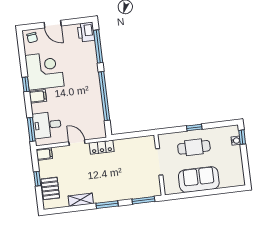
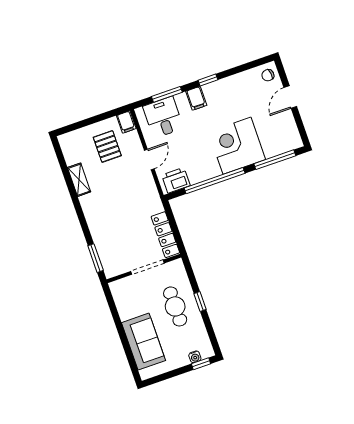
printer: (86, 32) -> (176, 180), moved
corner desk: (45, 71) -> (237, 146), moved, turned 180
window: (31, 129) -> (167, 94), moved
locker: (102, 147) -> (165, 235), moved, width x1.53
window: (37, 179) -> (93, 120), removed
sofa: (199, 179) -> (143, 342), moved
pallet: (50, 188) -> (107, 146), moved, turned 90
window: (107, 205) -> (80, 214), removed

